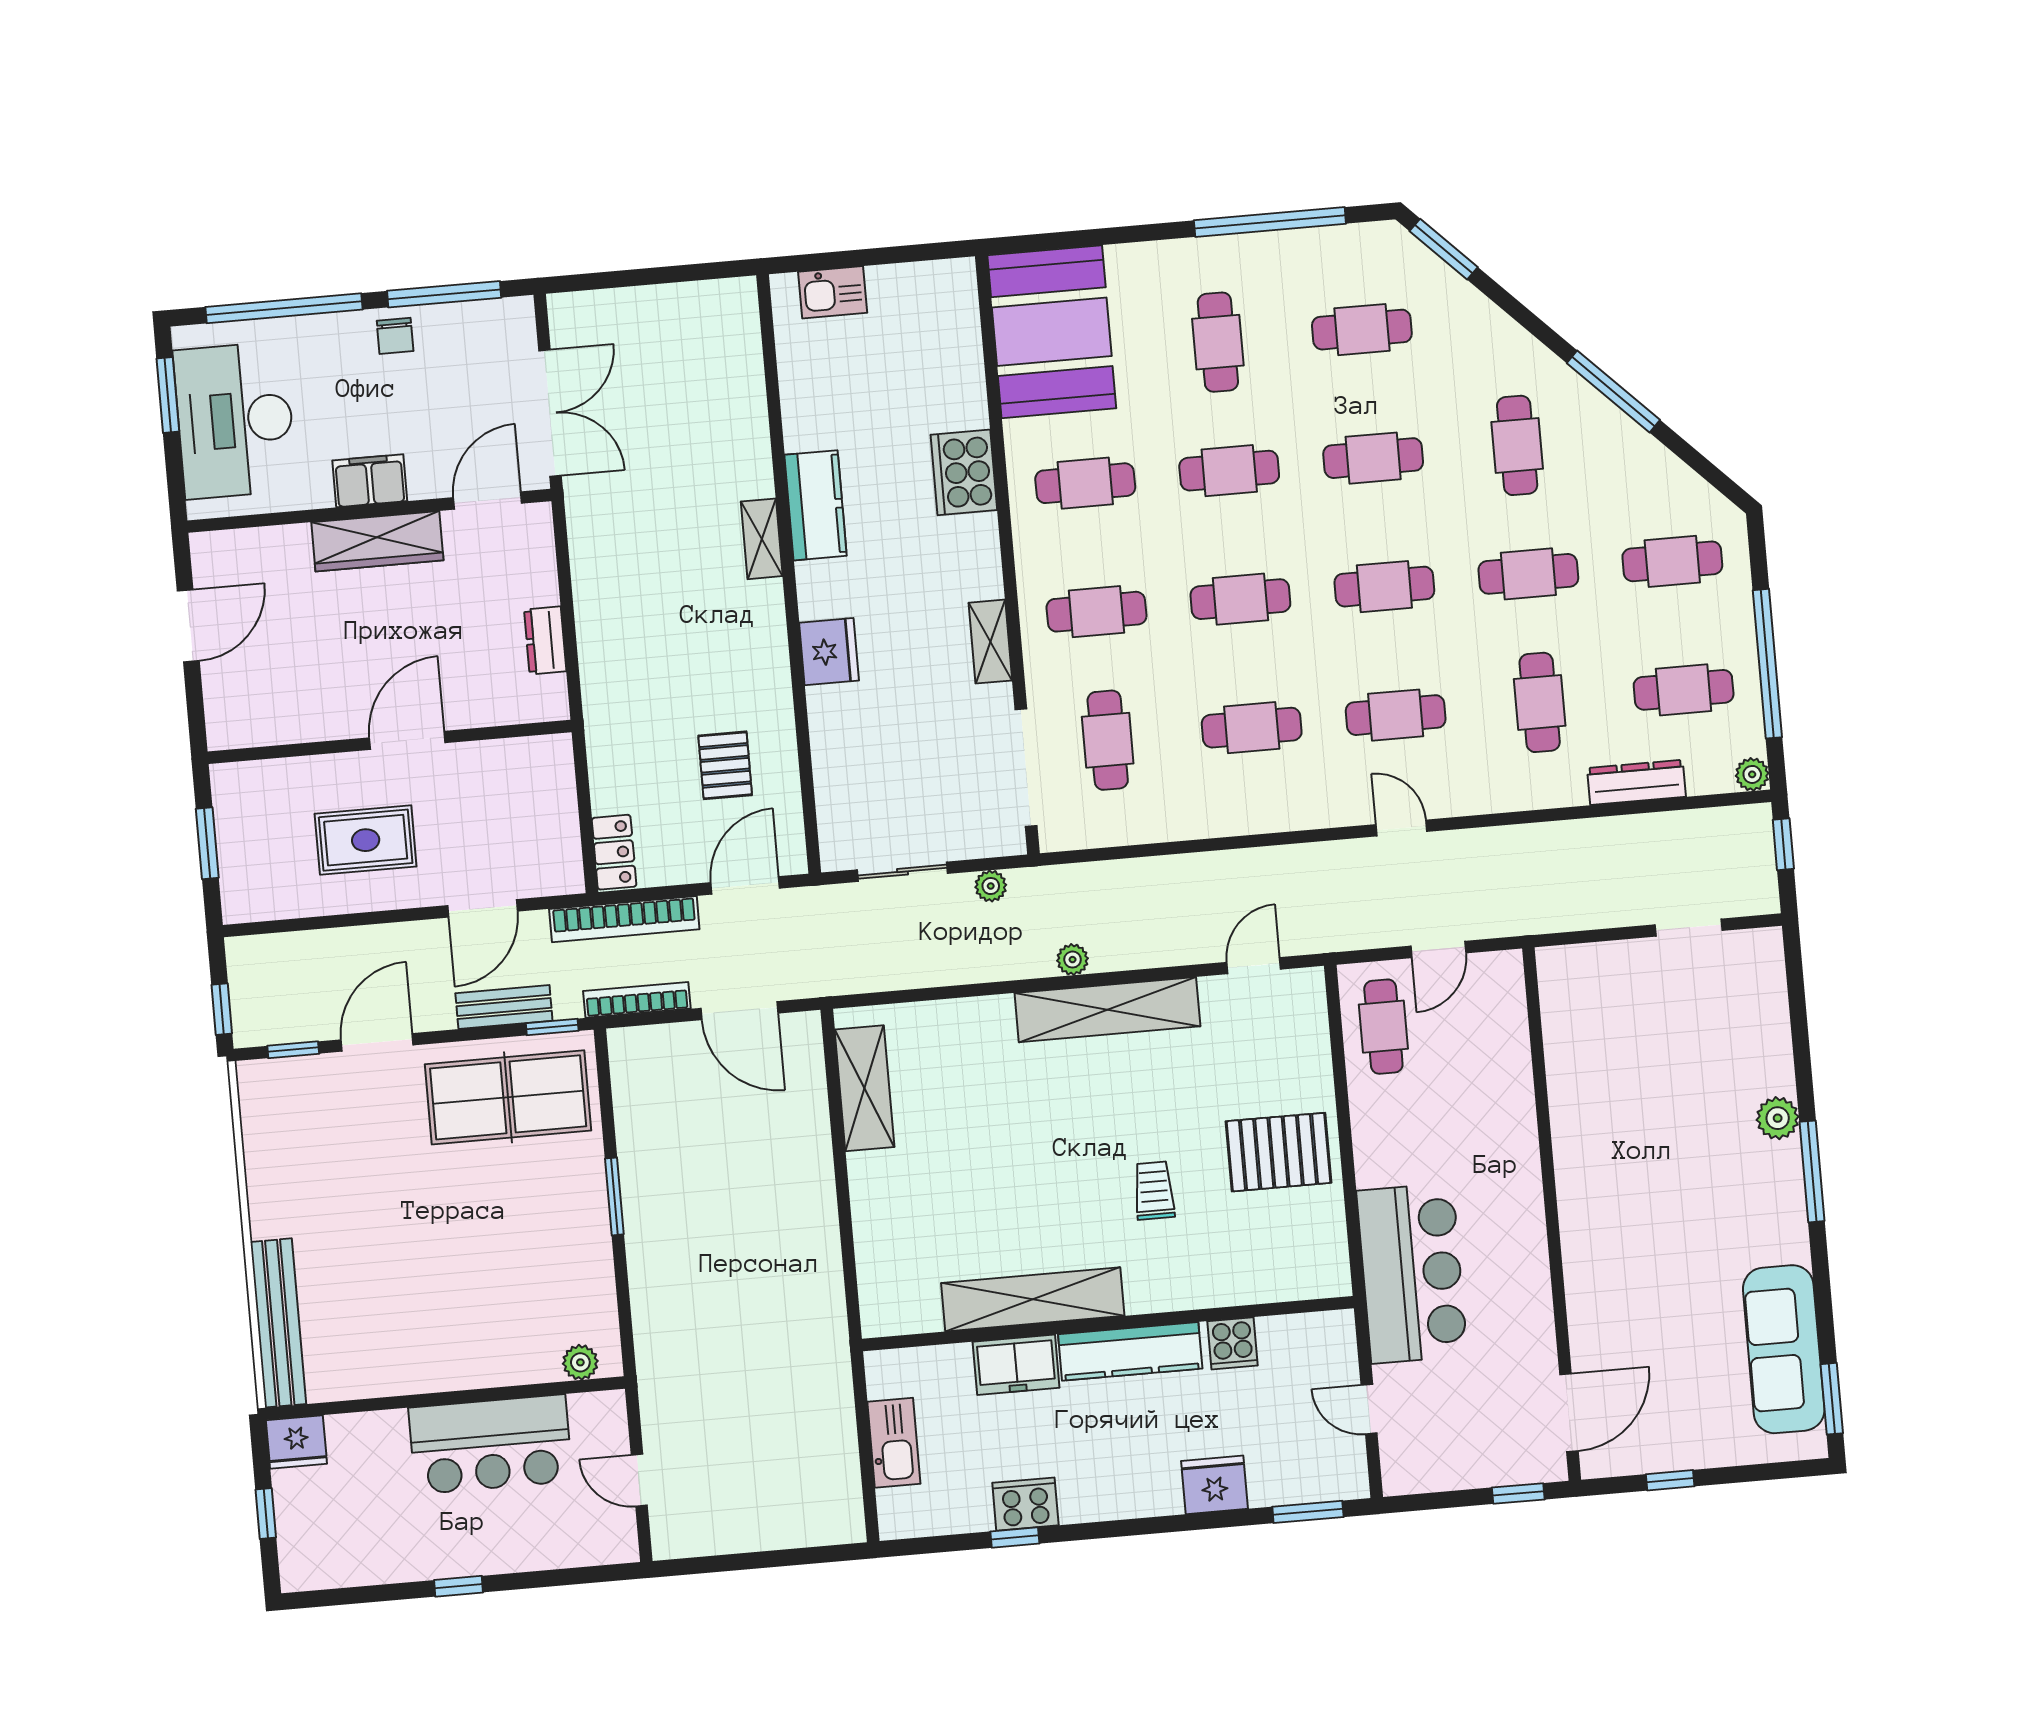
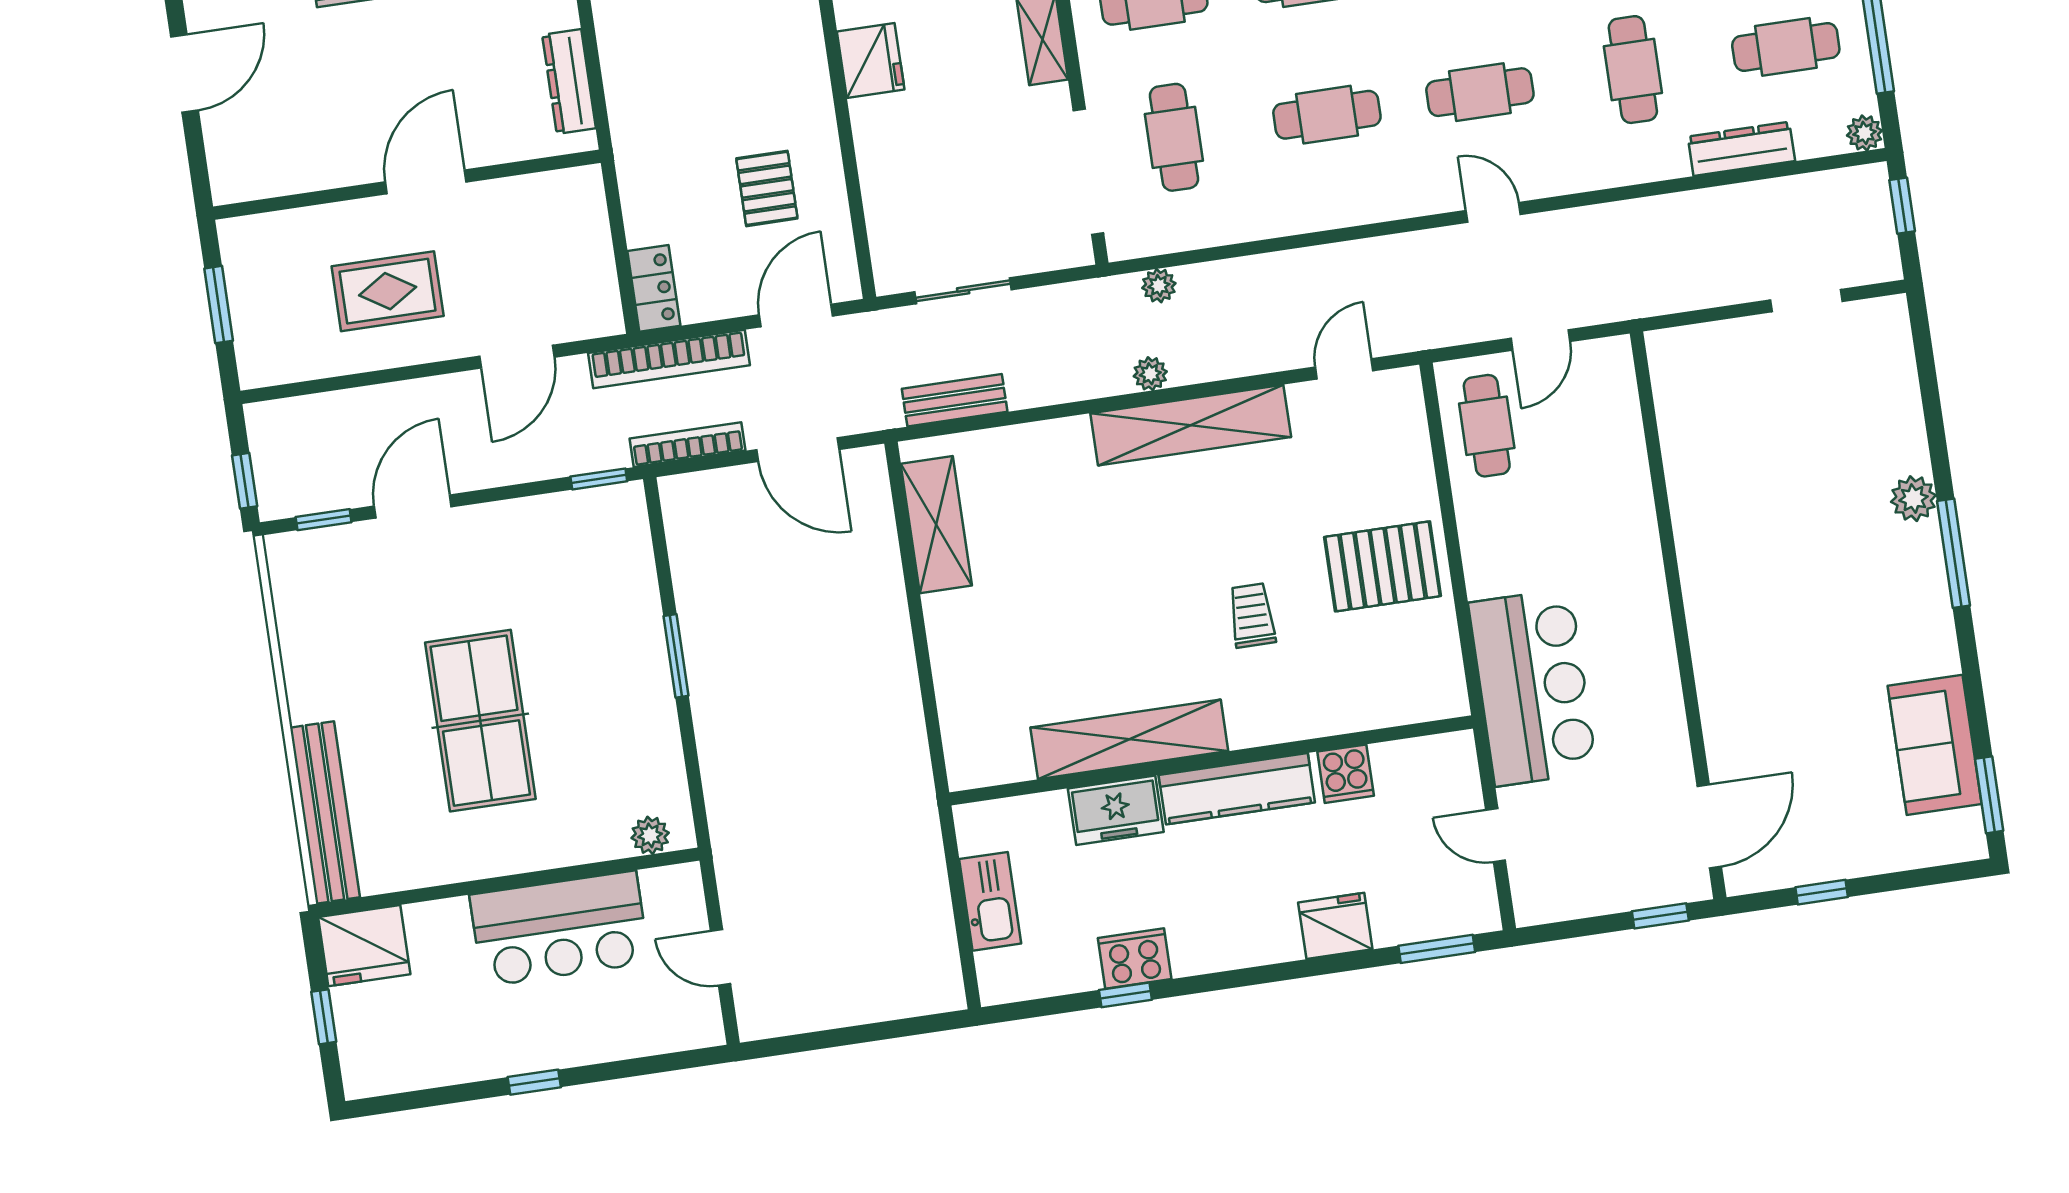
dresser: (545, 640) -> (569, 82), width x1.44
plant: (991, 886) -> (1159, 286), moved
bench: (504, 1007) -> (955, 400), moved
table tennis table: (508, 1097) -> (480, 721), moved, turned 90
sofa: (1784, 1349) -> (1935, 745), width x0.73
fridge: (296, 1442) -> (364, 946), width x1.36, depth x1.34

